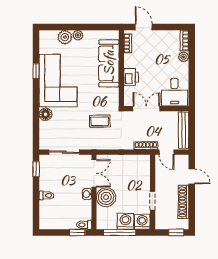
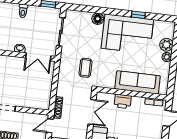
boiler: (106, 197) -> (15, 65), removed

